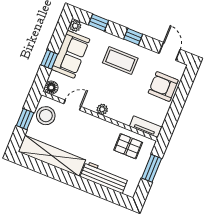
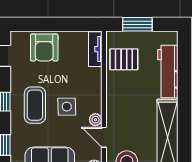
side table: (109, 85) -> (67, 107), added
plant: (102, 109) -> (95, 120), moved
pallet: (128, 146) -> (124, 59), turned 90

